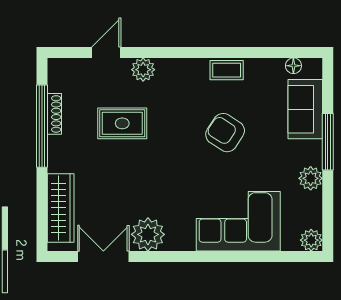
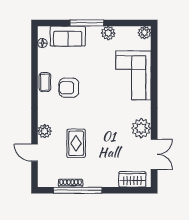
armchair: (225, 133) -> (69, 88), moved, turned 57
wardrobe: (61, 208) -> (132, 179), width x0.67
double door: (103, 257) -> (154, 154), swing flipped

